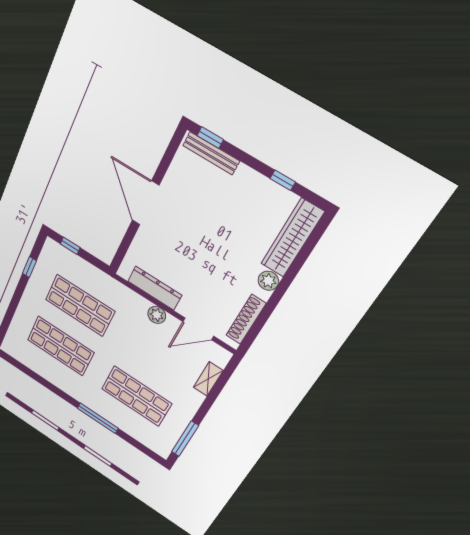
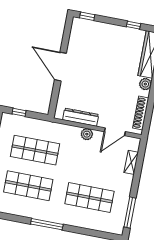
bench: (211, 153) -> (90, 25), removed
window: (98, 418) -> (47, 224), moved

